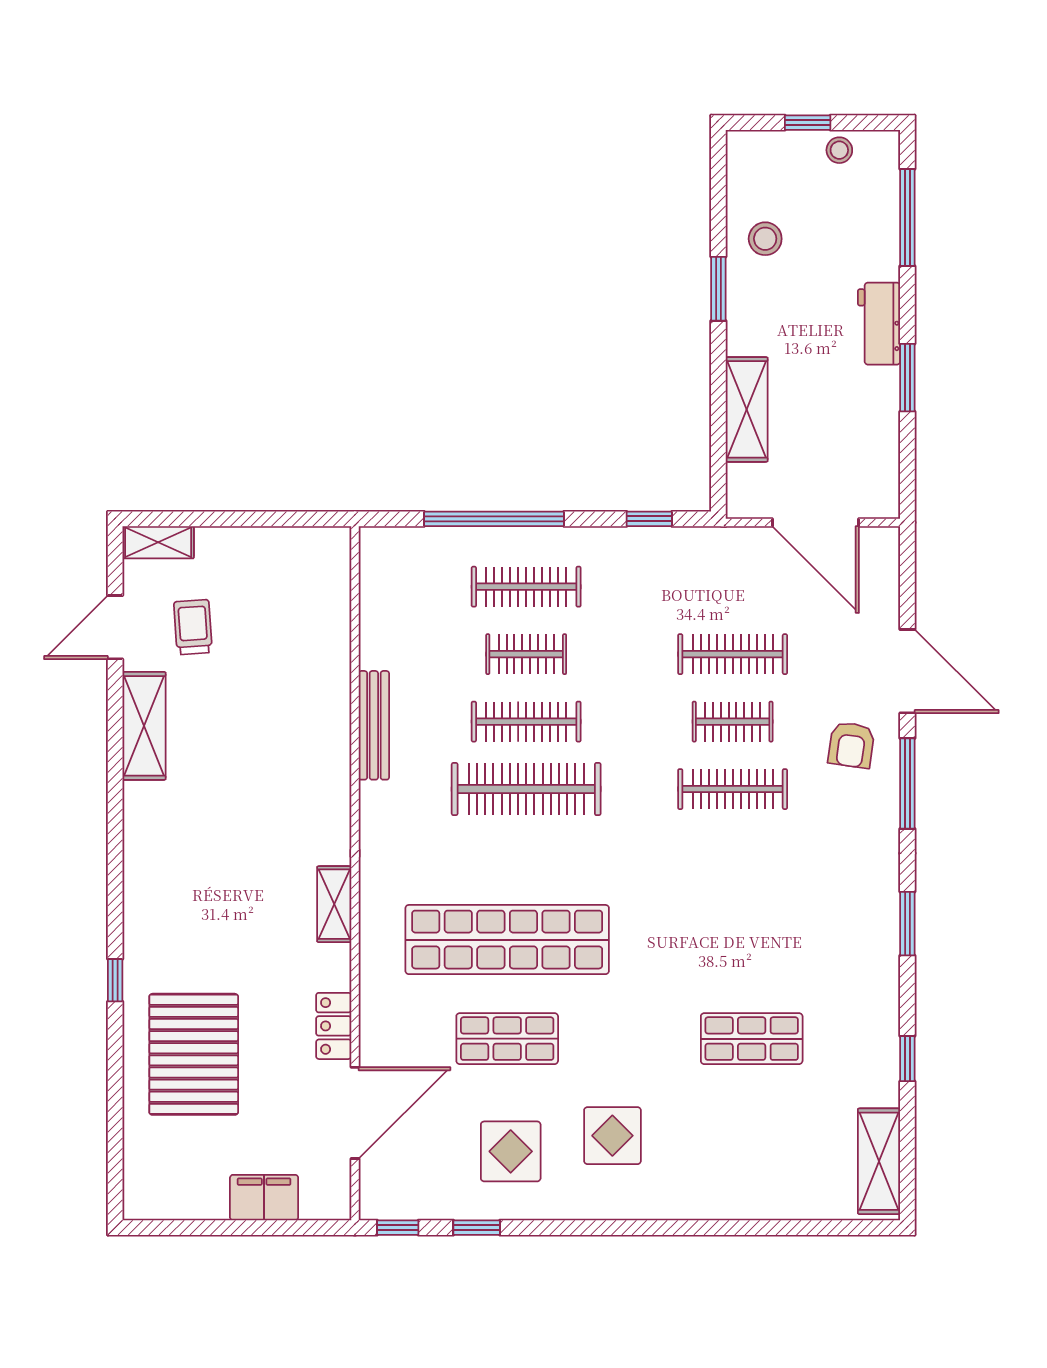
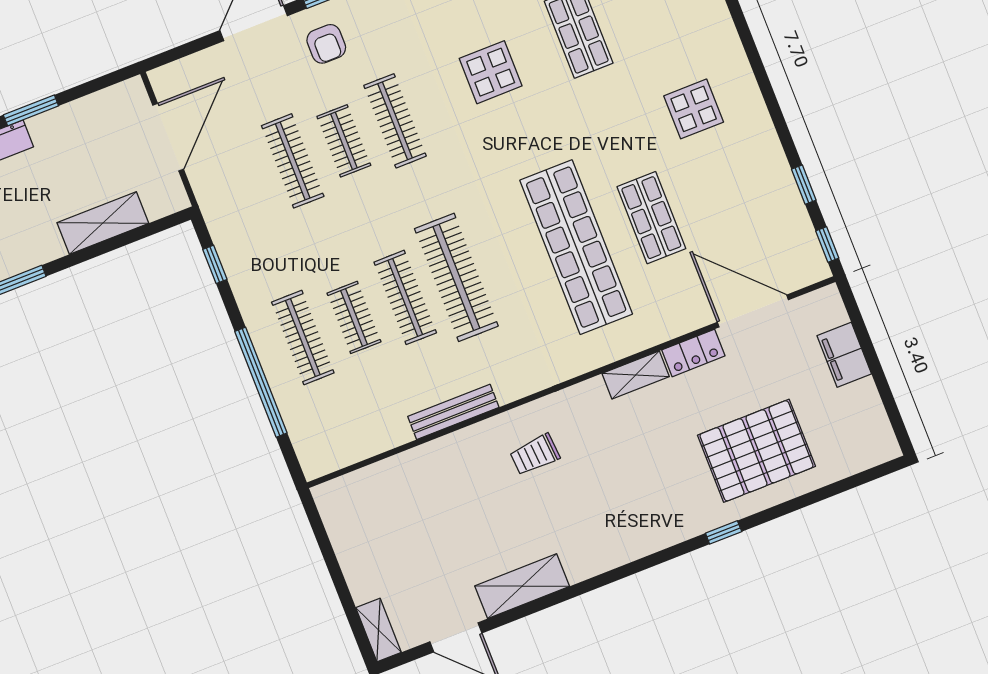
trolley: (193, 627) -> (535, 455), moved
armchair: (851, 745) -> (326, 44), turned 82
shelving: (334, 904) -> (636, 375), moved
display table: (511, 1151) -> (491, 72), moved

